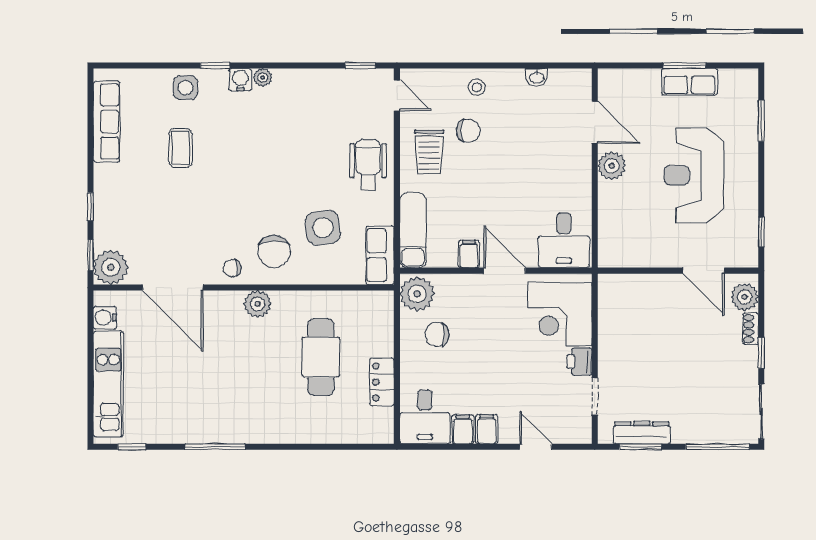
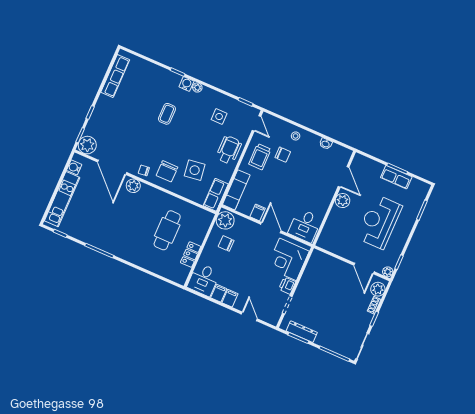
side table: (185, 88) -> (219, 117), moved
coffee table: (181, 148) -> (167, 114), moved
plant: (749, 258) -> (388, 272), added
plant: (258, 304) -> (133, 186), moved

